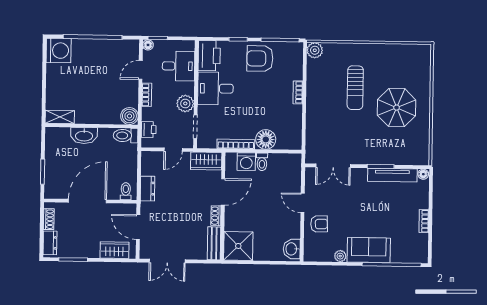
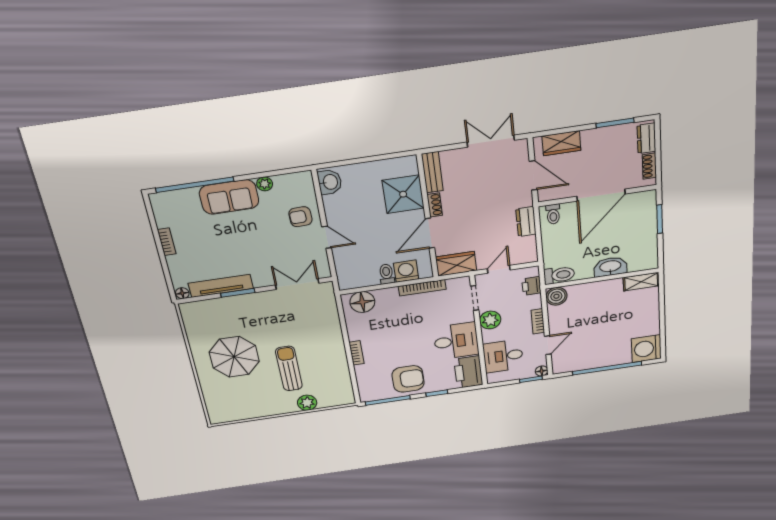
plant: (315, 50) -> (307, 403), moved
floor lamp: (266, 139) -> (362, 302), moved
shower: (238, 246) -> (403, 194), moved

